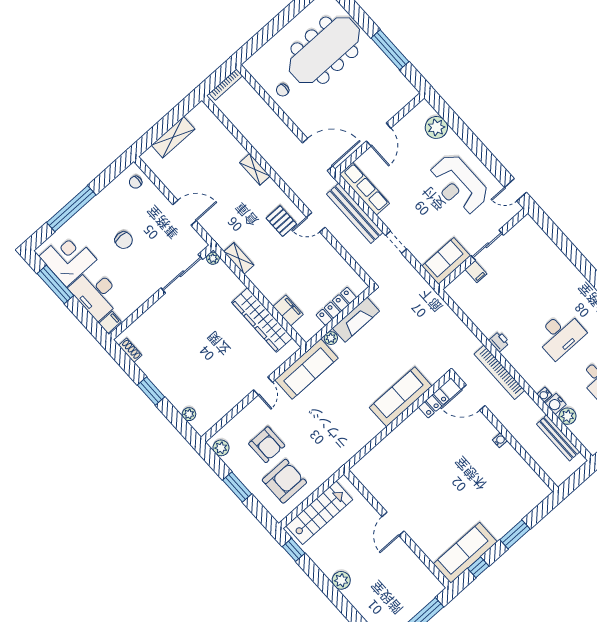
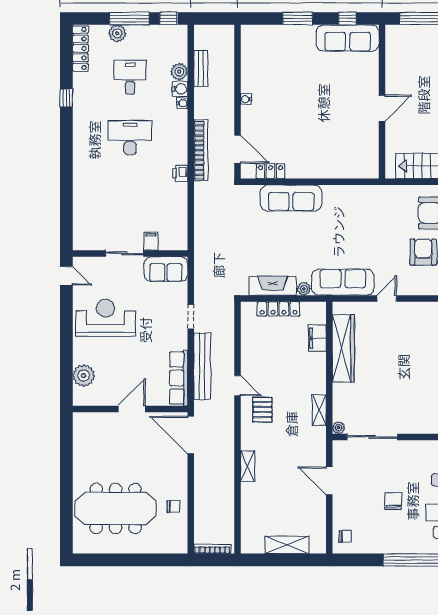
window: (390, 50) -> (66, 465), removed
reception desk: (458, 185) -> (106, 318), turned -90
bench: (558, 438) -> (201, 68), width x0.73

